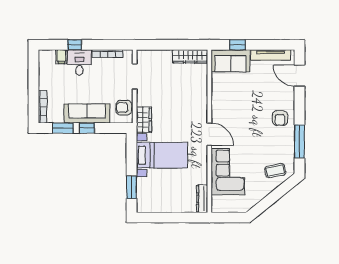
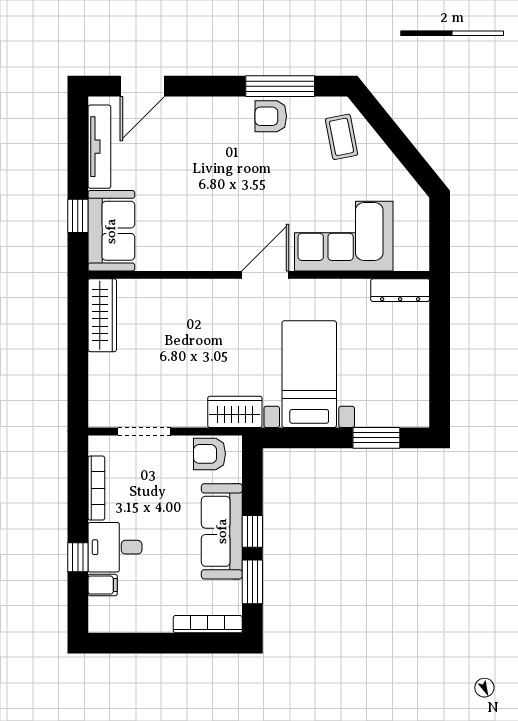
armchair: (124, 108) -> (209, 454), turned 90
armchair: (280, 118) -> (271, 116), moved, turned 180

